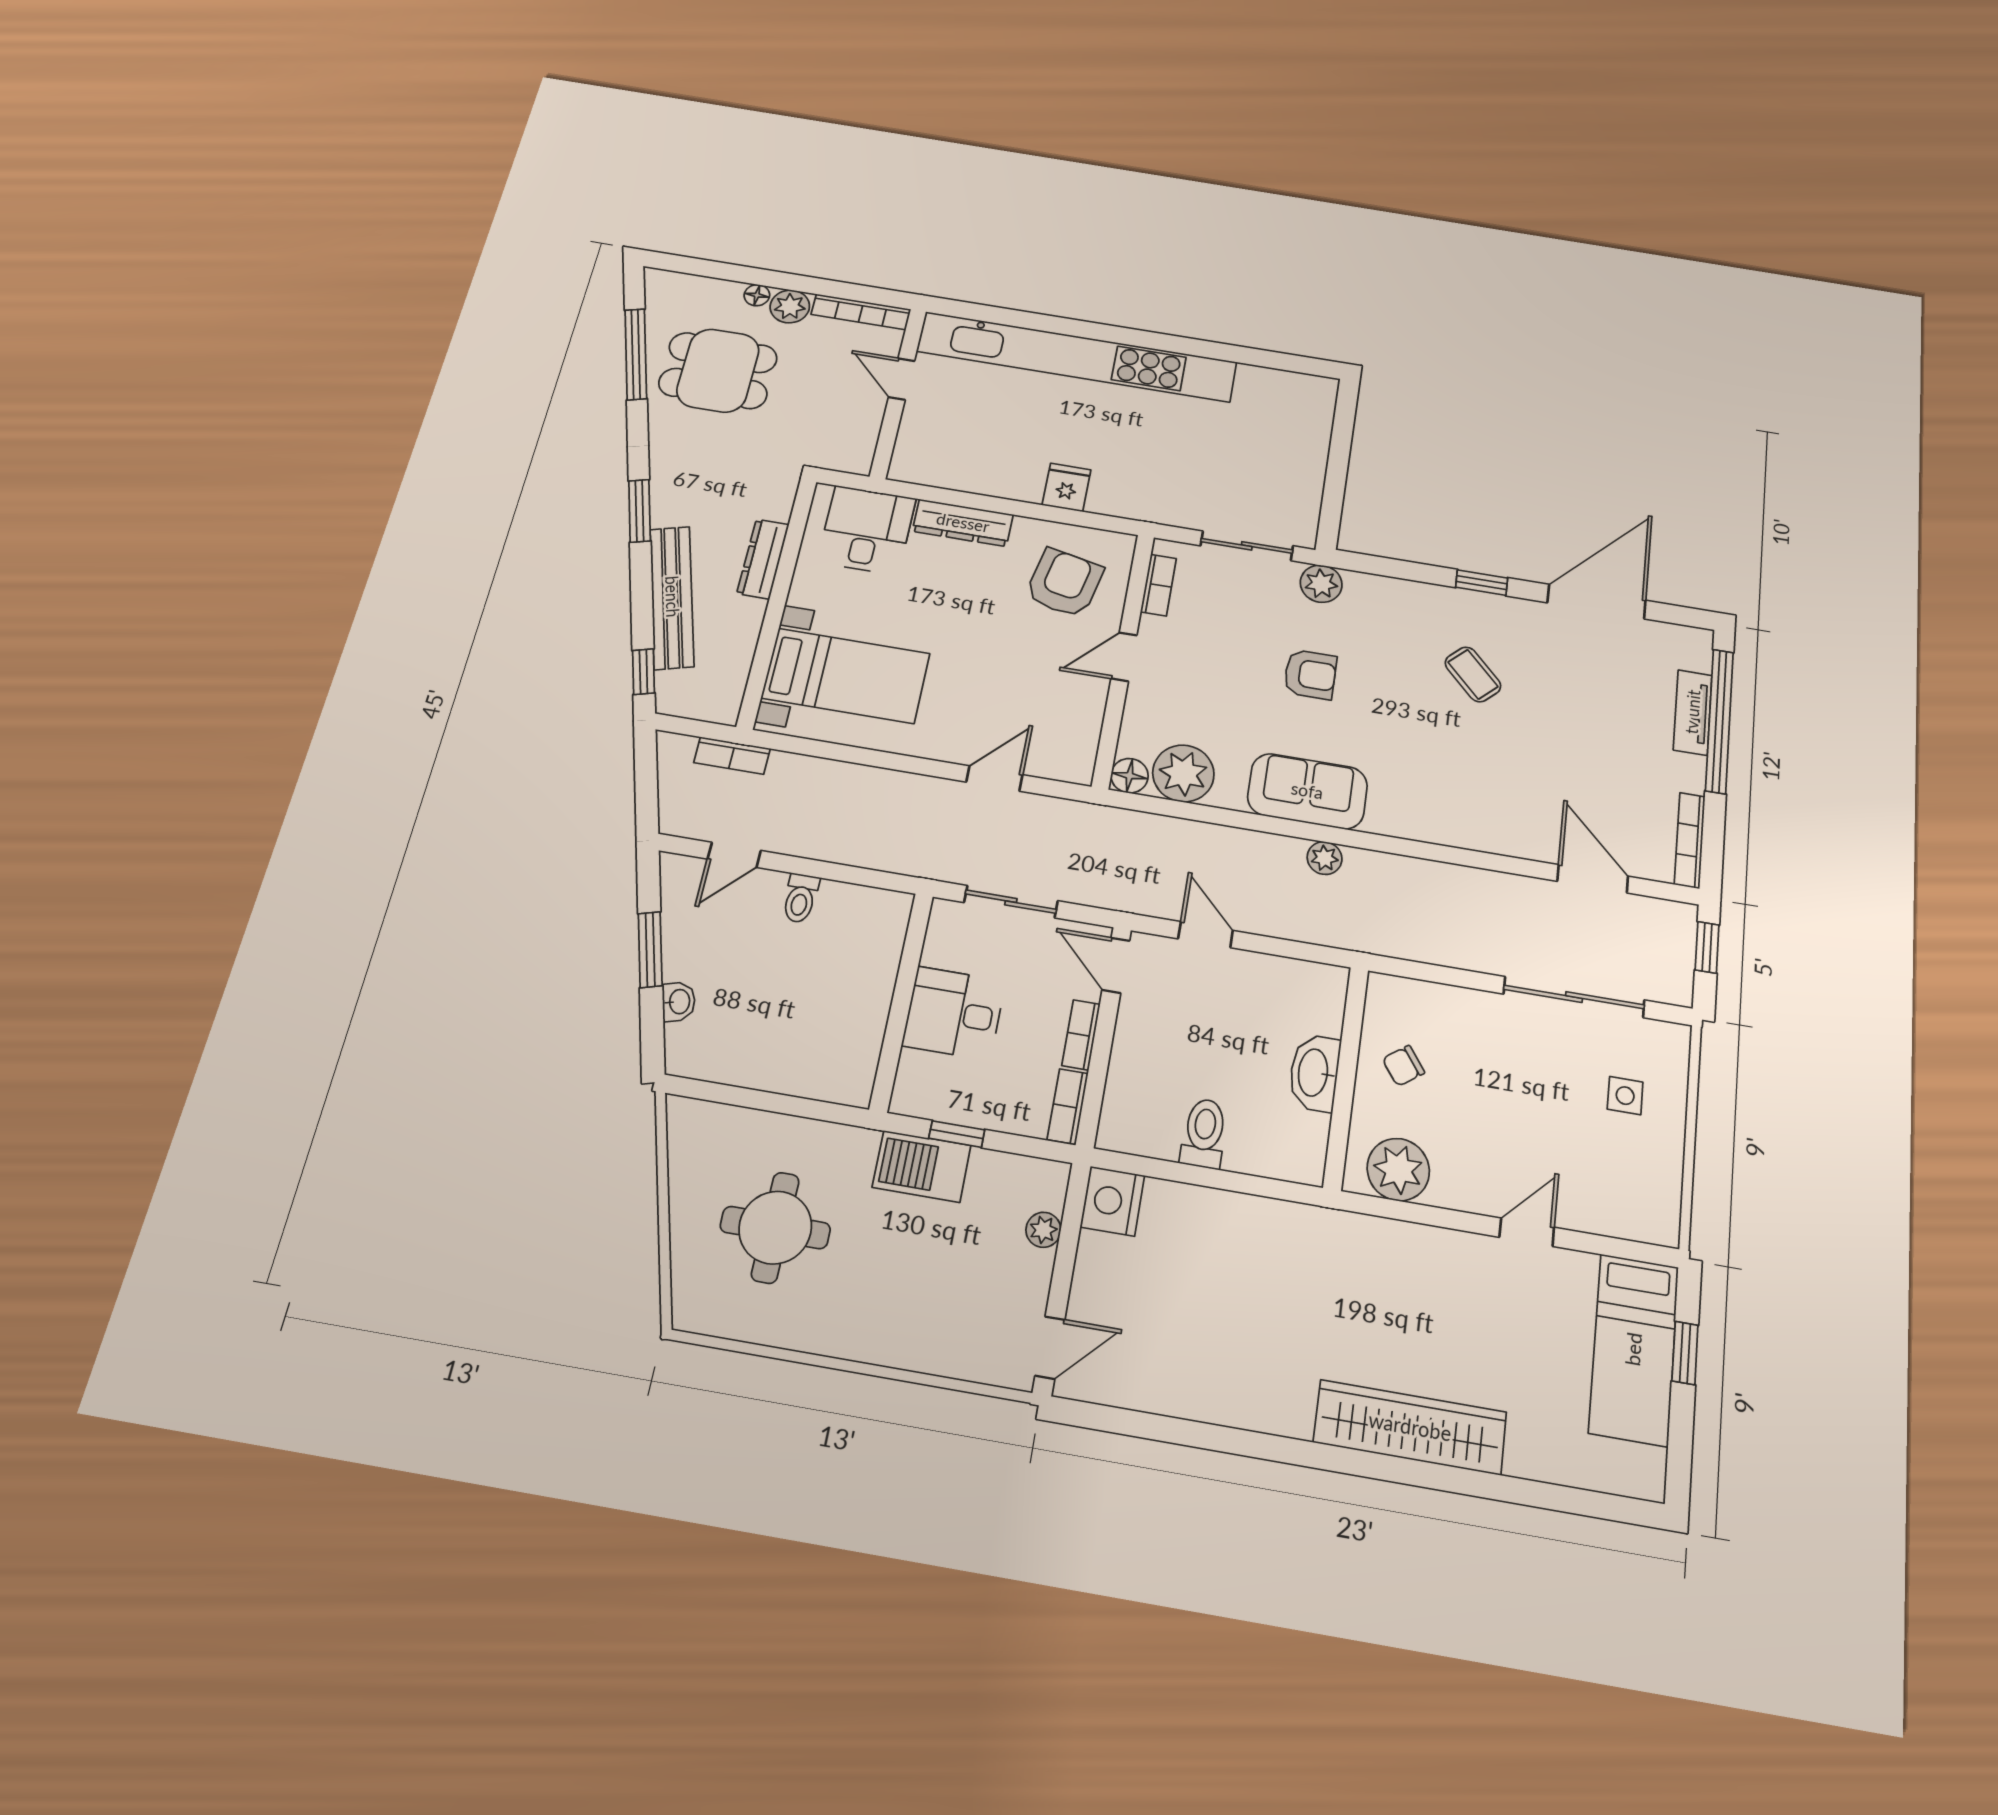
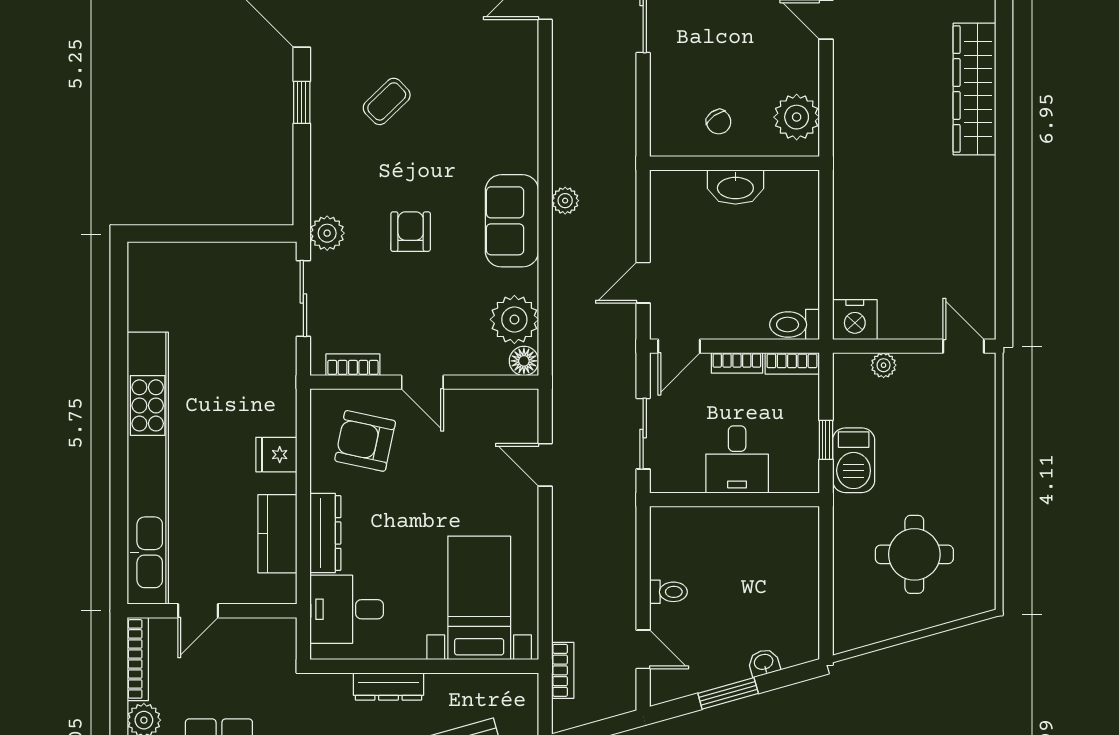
kitchen counter: (973, 473) -> (277, 534), added
toilet: (1204, 1133) -> (795, 325), moved

